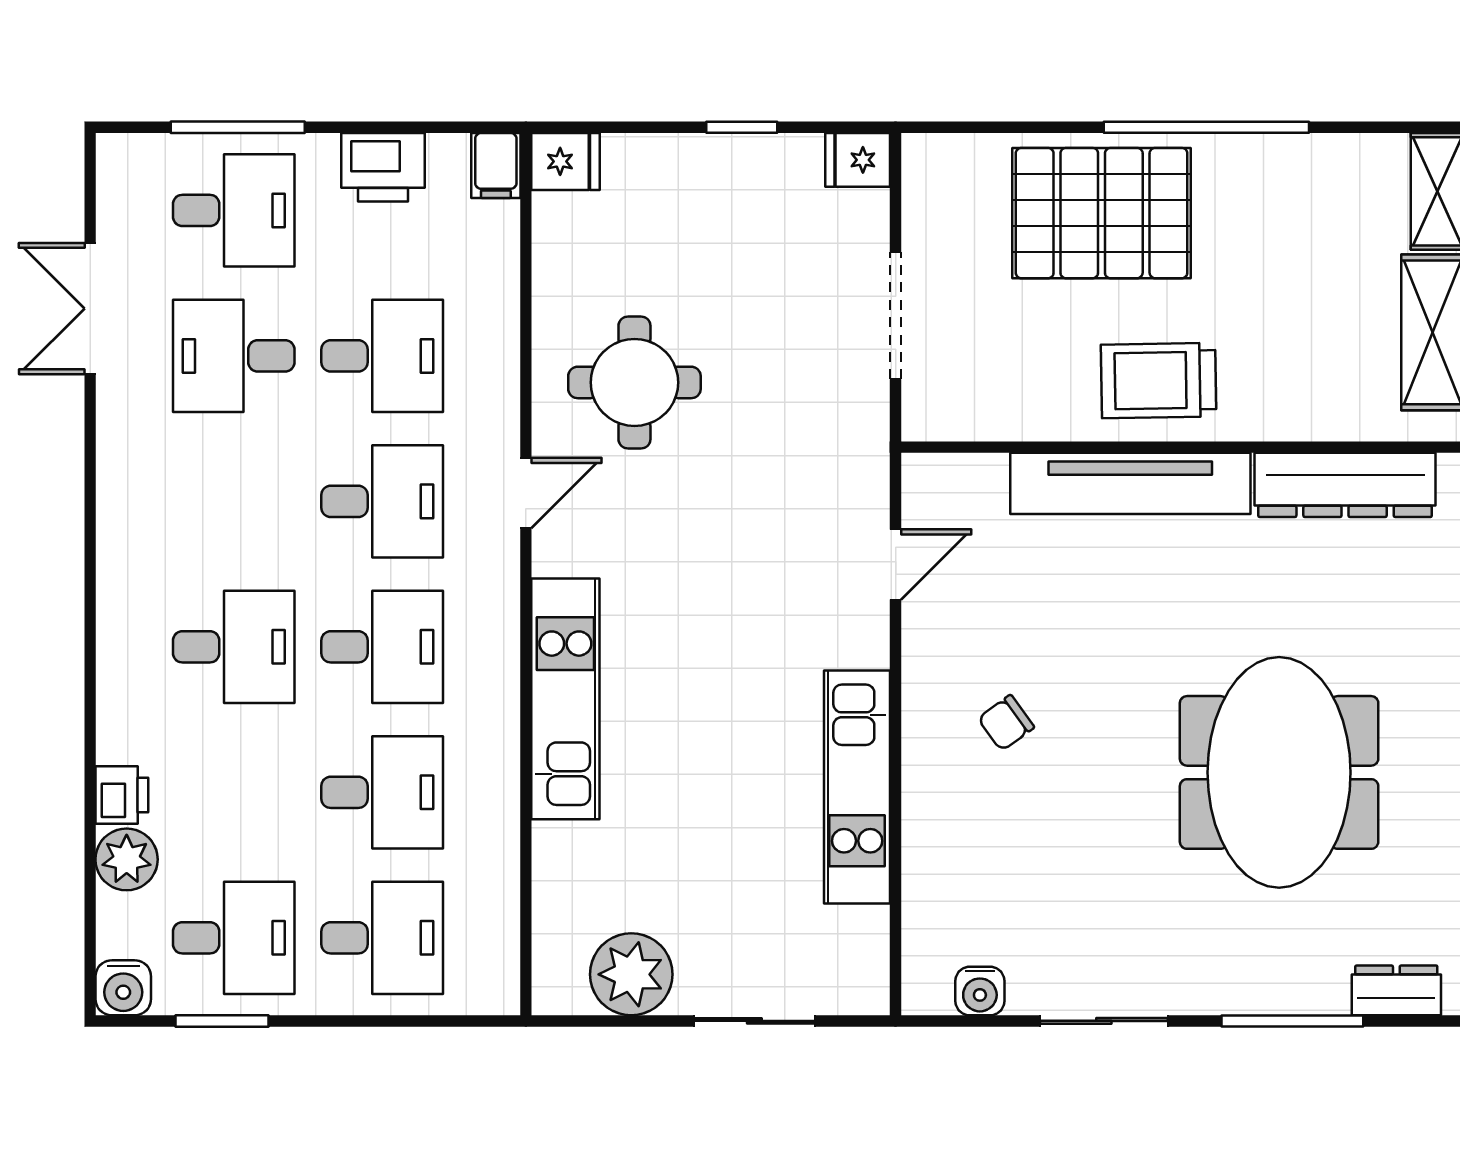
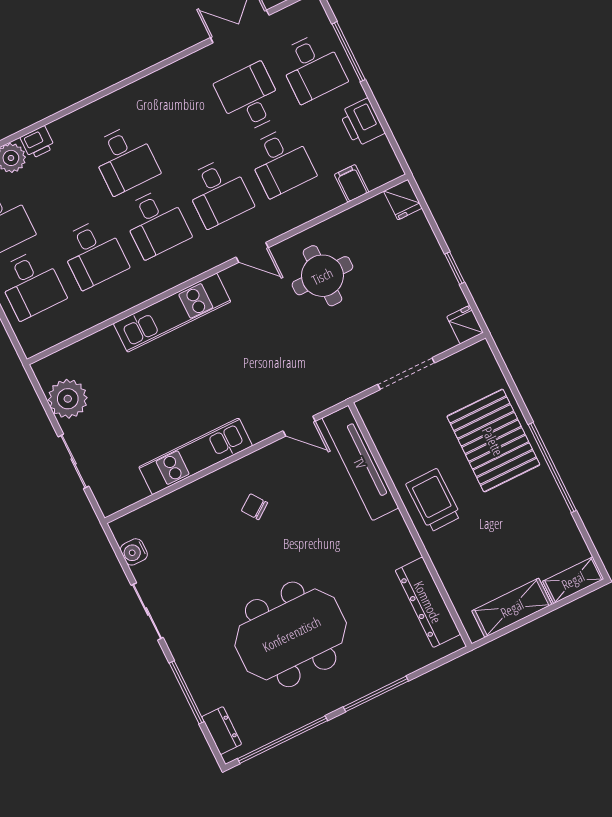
filing cabinet: (496, 165) -> (352, 183), moved, turned 90
tv unit: (1130, 483) -> (360, 463), moved

